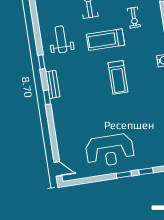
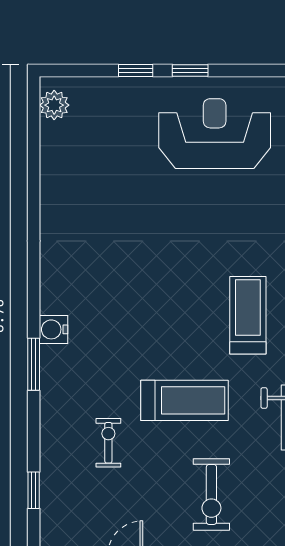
treadmill: (118, 77) -> (248, 315), moved

